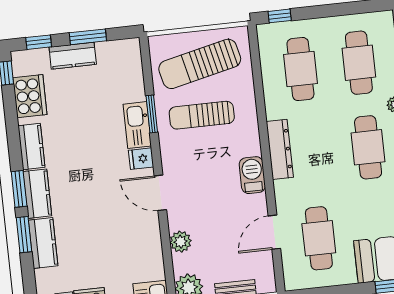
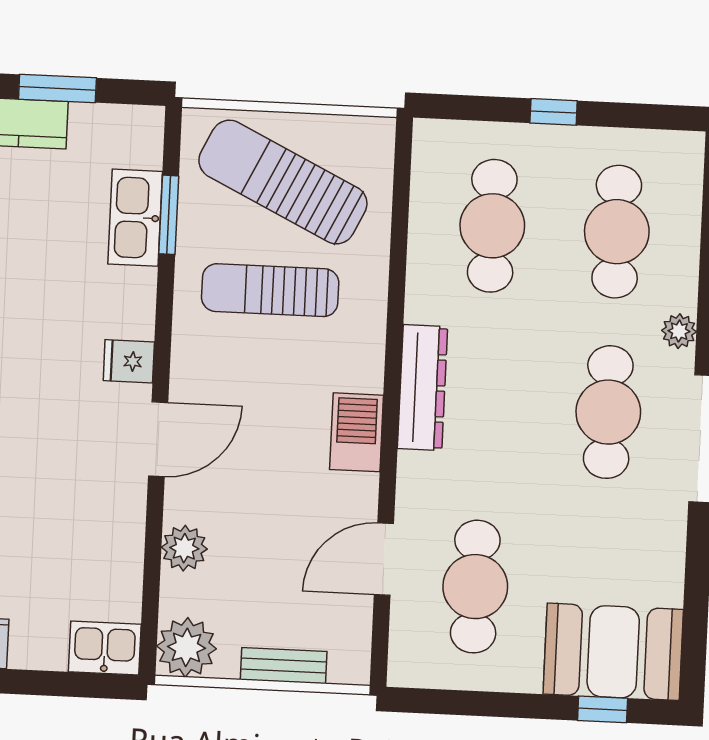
window: (280, 16) -> (554, 112), moved
sun lounger: (200, 64) -> (283, 182), turned 39
window: (152, 114) -> (169, 215), moved
kitchen sink: (137, 125) -> (135, 218), moved
door: (160, 193) -> (158, 439), swing flipped

